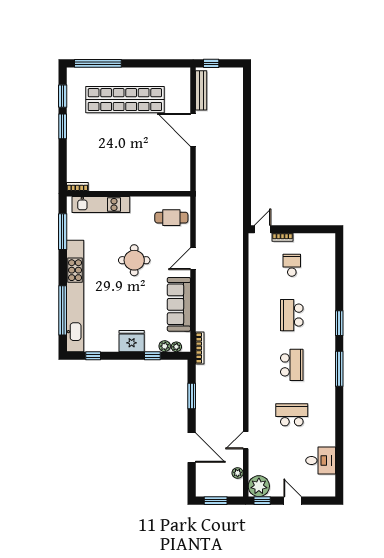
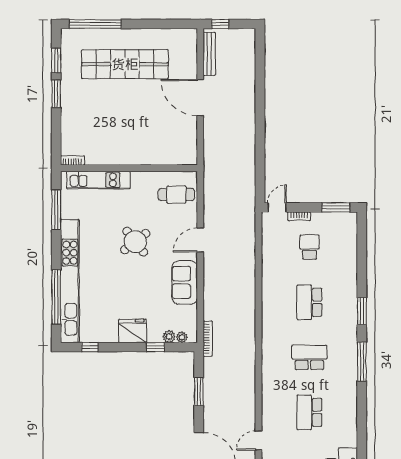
window: (316, 229) -> (336, 207), added
round table: (134, 260) -> (135, 242), turned -38
sofa: (179, 304) -> (185, 282), width x0.73
school desk: (292, 365) -> (309, 357), turned -90
school desk: (292, 415) -> (309, 412), turned -90

